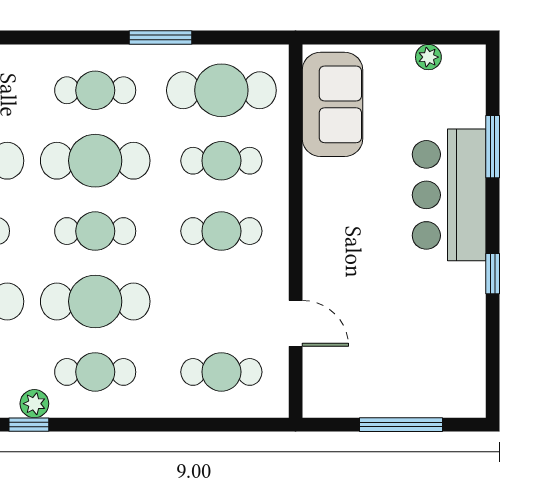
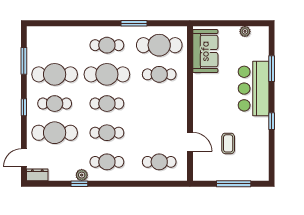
cafe table: (221, 231) -> (159, 104), removed
cafe table: (95, 301) -> (107, 133), width x0.73, depth x0.74
coffee table: (388, 327) -> (228, 143), added

